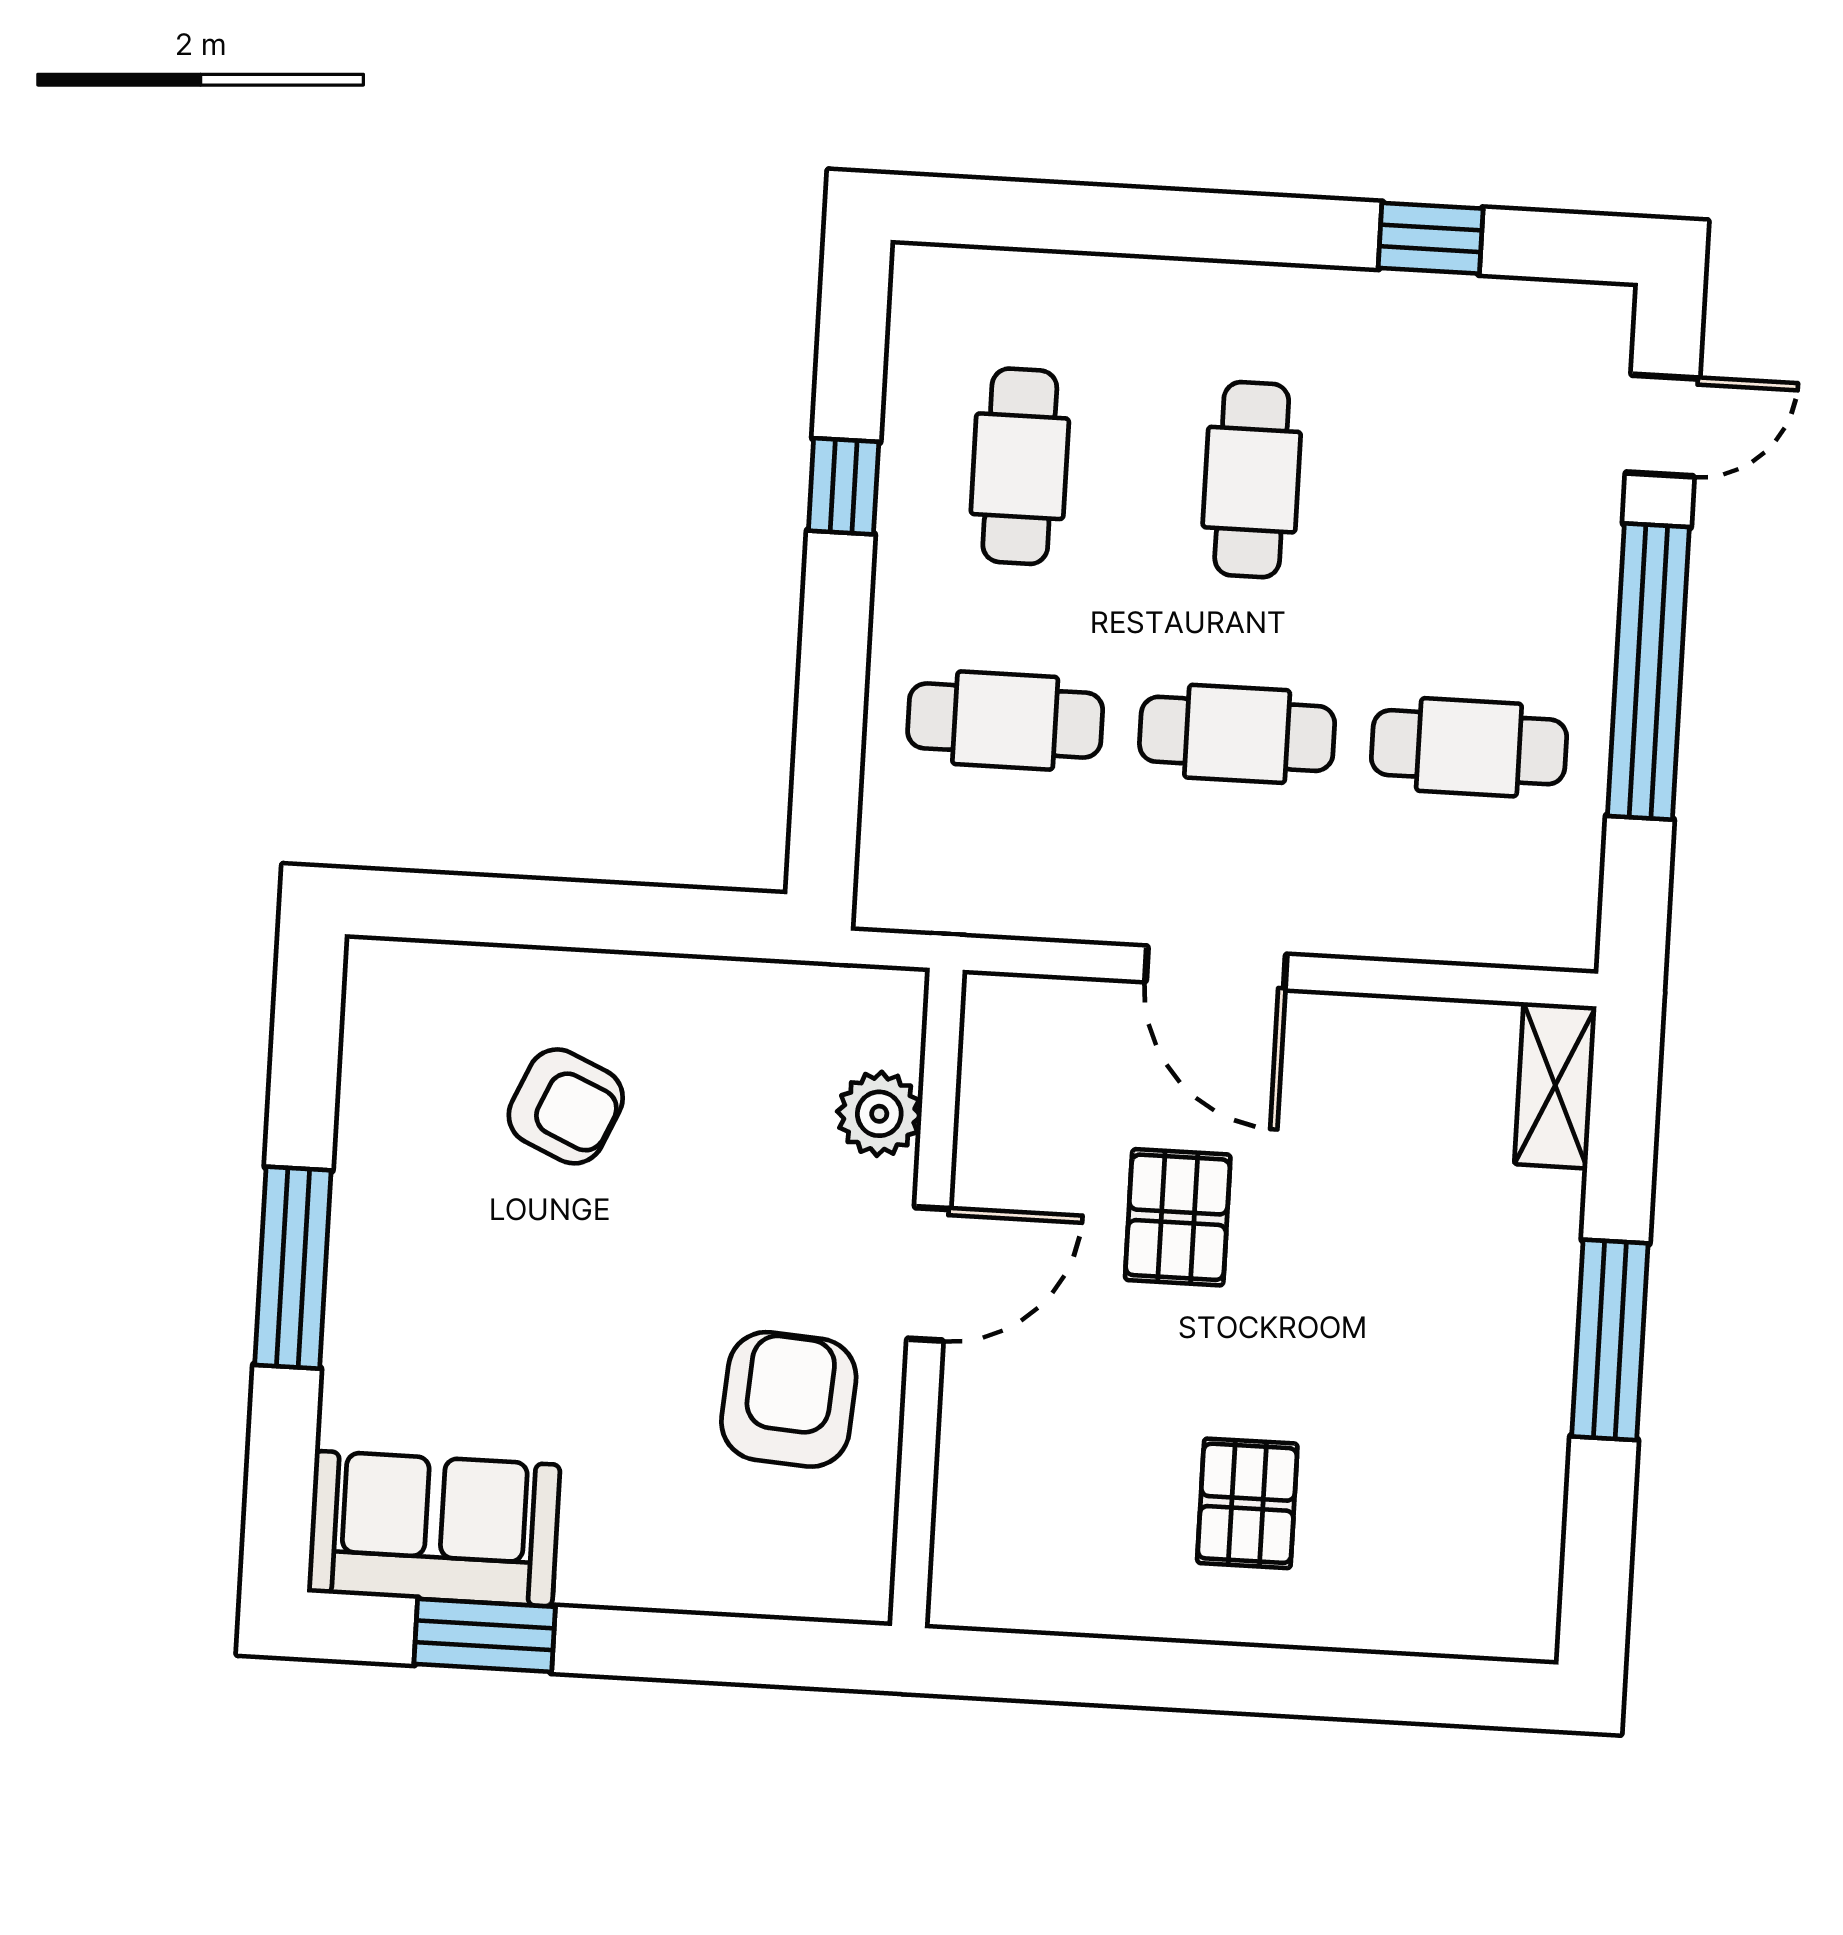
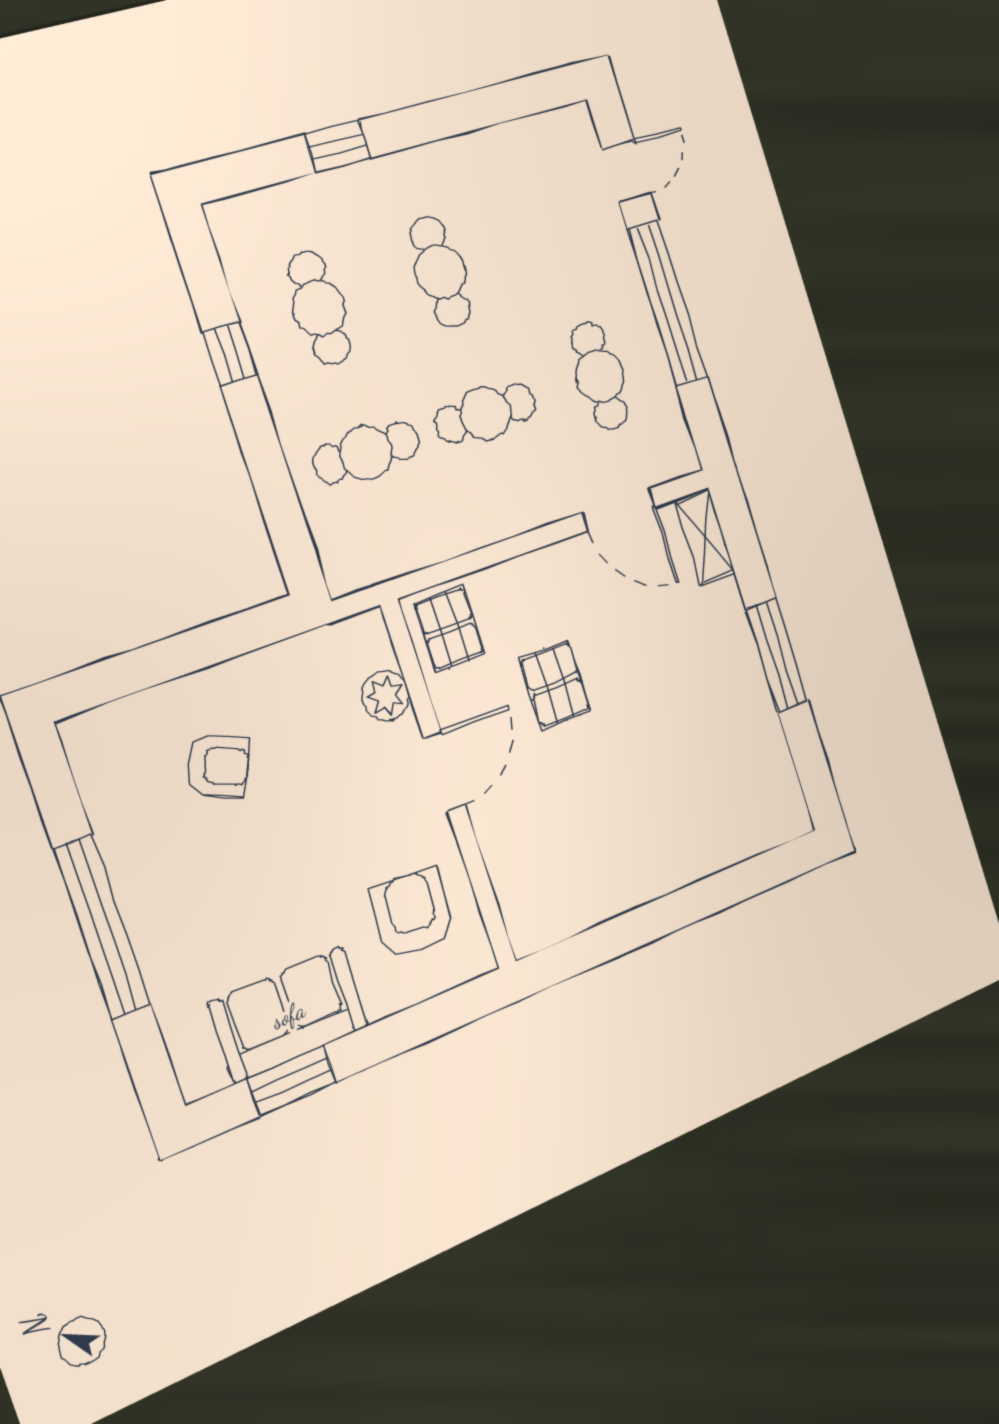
window: (1431, 238) -> (337, 146), moved
cafe table: (1469, 747) -> (599, 376), turned 90
door: (1216, 968) -> (619, 510), moved
window: (293, 1268) -> (102, 927), width x1.46
armchair: (789, 1399) -> (412, 914), moved
pallet: (1247, 1503) -> (449, 629), moved
sofa: (434, 1529) -> (289, 1015), moved

